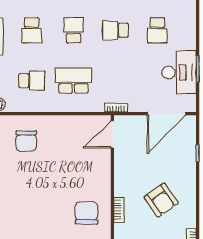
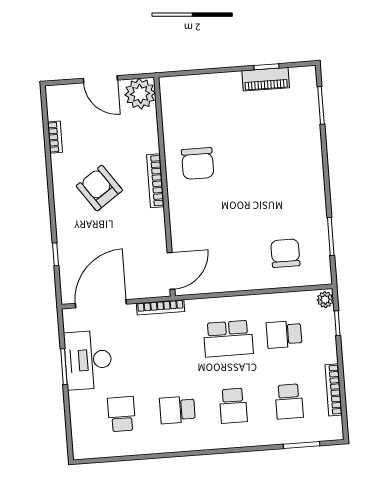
school desk: (32, 30) -> (289, 402), turned 180
school desk: (115, 30) -> (177, 410), turned 180
bookcase: (116, 108) -> (160, 307), width x1.56
bookcase: (119, 209) -> (155, 181), width x1.56

